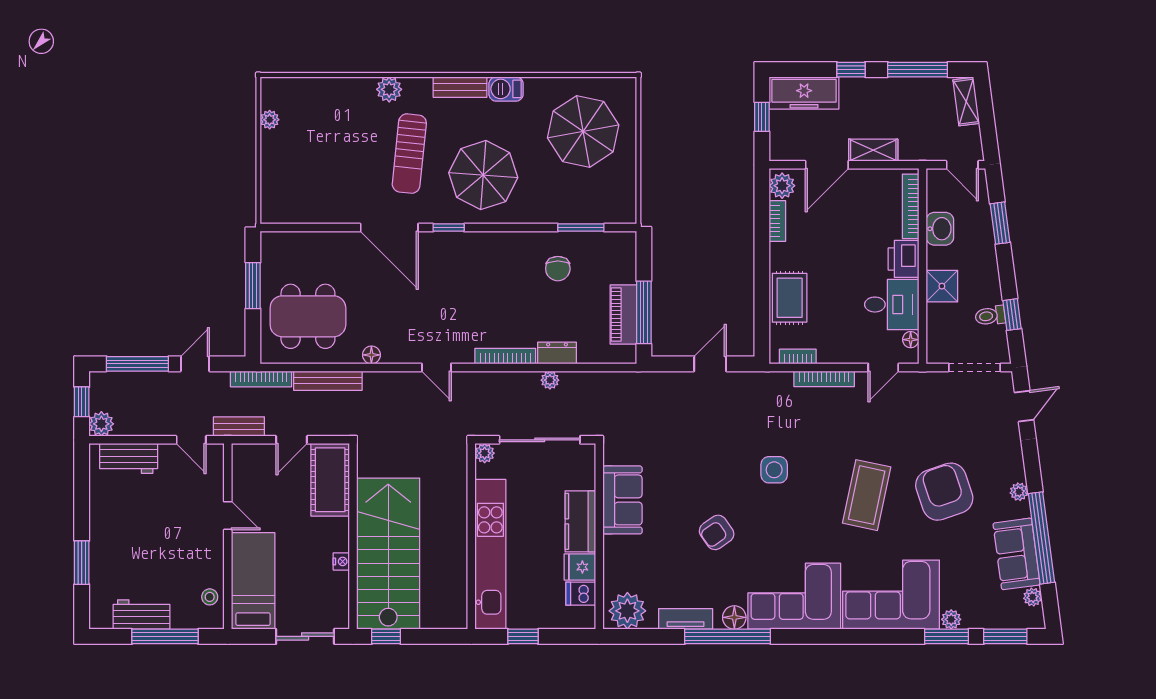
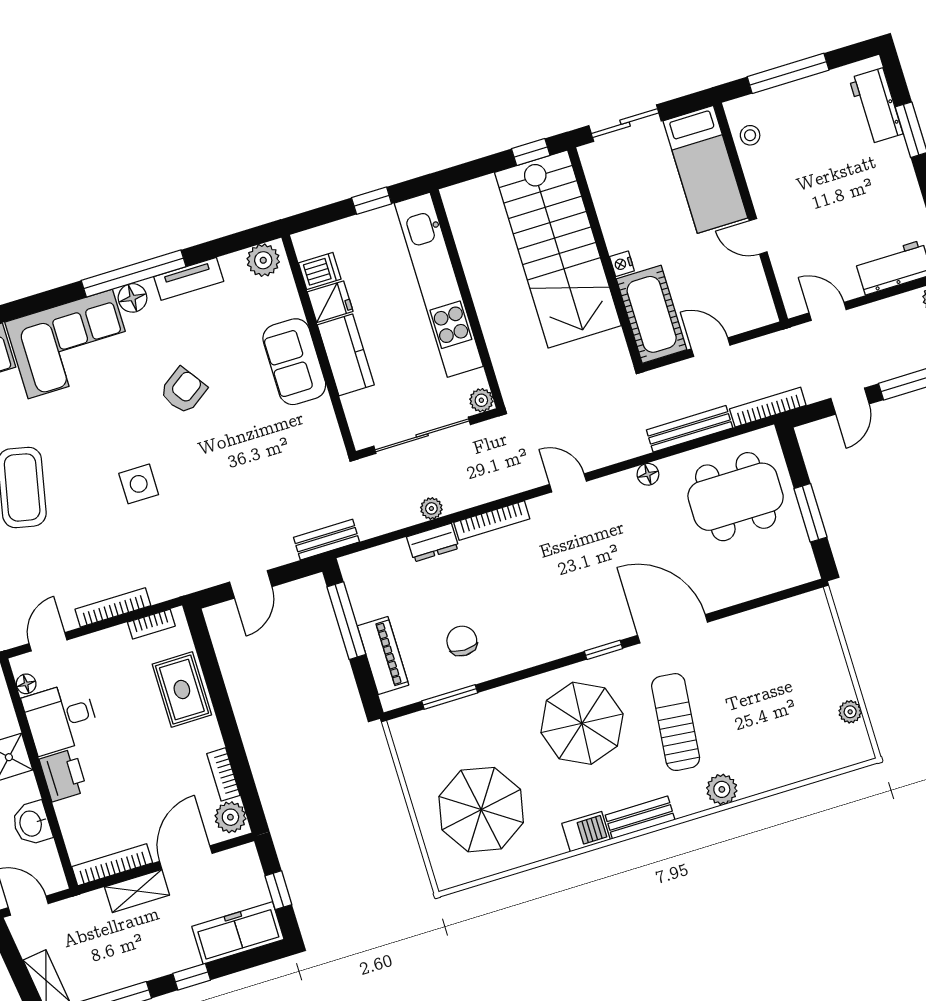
bookcase: (911, 206) -> (112, 865), moved, turned -90
piano: (623, 314) -> (383, 655), moved
bench: (239, 426) -> (327, 540), moved
door: (292, 440) -> (711, 347), hinge flipped
sofa: (622, 500) -> (294, 362), moved
nightstand: (341, 561) -> (622, 264), moved
plant: (627, 611) -> (263, 260), width x0.73, depth x0.73
workbench: (141, 615) -> (876, 106), moved, turned 90

